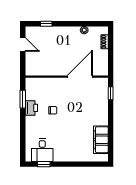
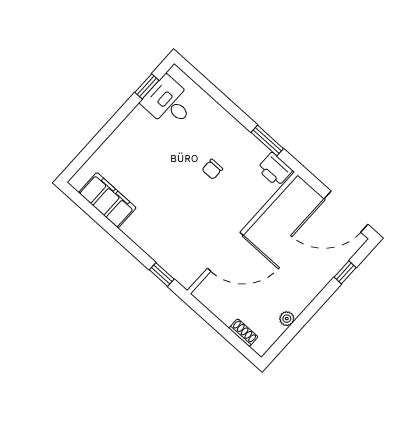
door: (23, 44) -> (346, 212), width x1.87
door: (80, 77) -> (225, 252), hinge flipped
printer: (31, 108) -> (275, 170), moved

